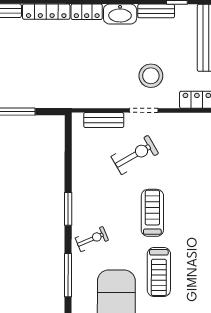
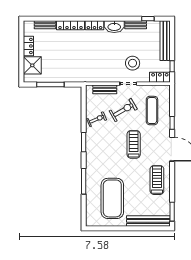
exercise mat: (183, 156) -> (152, 111), added
exercise bike: (92, 239) -> (97, 119), moved
treadmill: (159, 272) -> (157, 180), moved, turned 180

